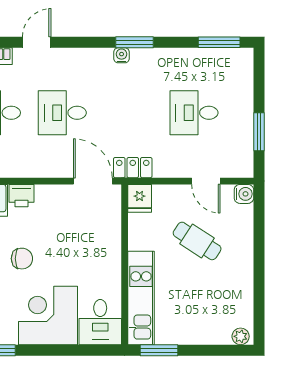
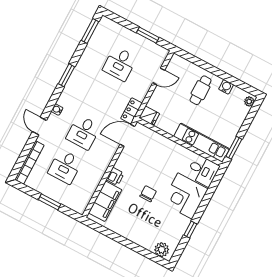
water cooler: (122, 55) -> (57, 110), moved
water cooler: (244, 194) -> (226, 87), moved
cafe table: (197, 241) -> (201, 90), moved, turned -33

